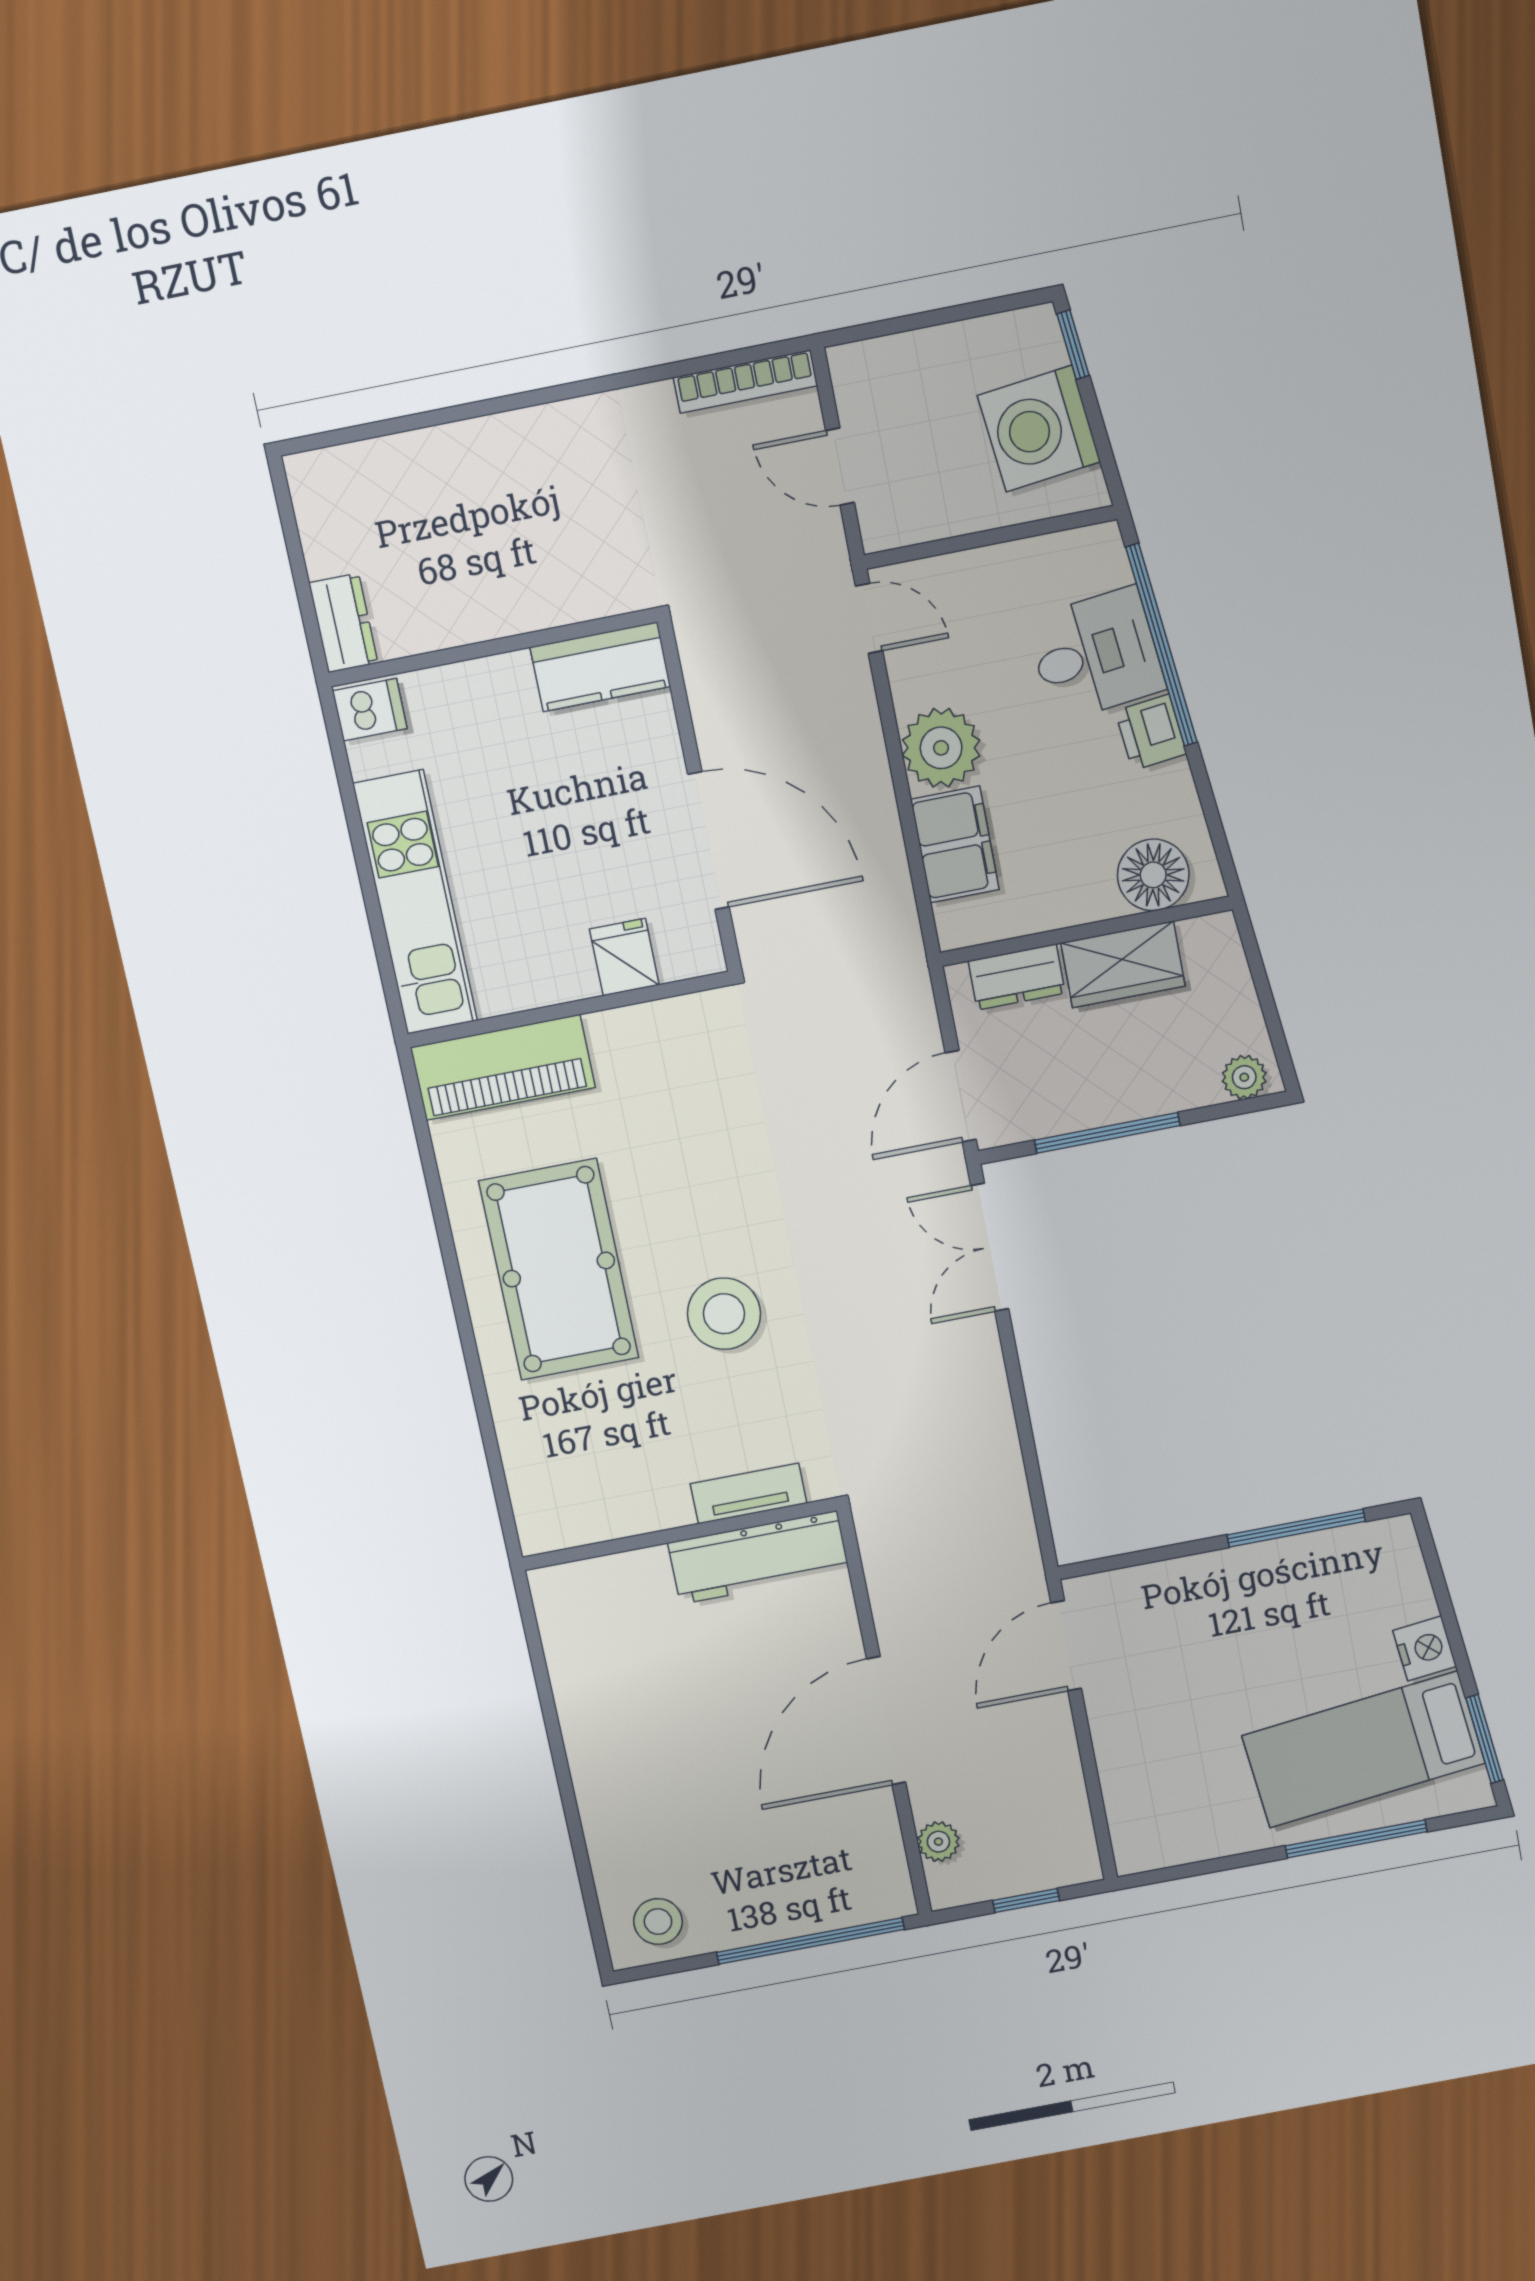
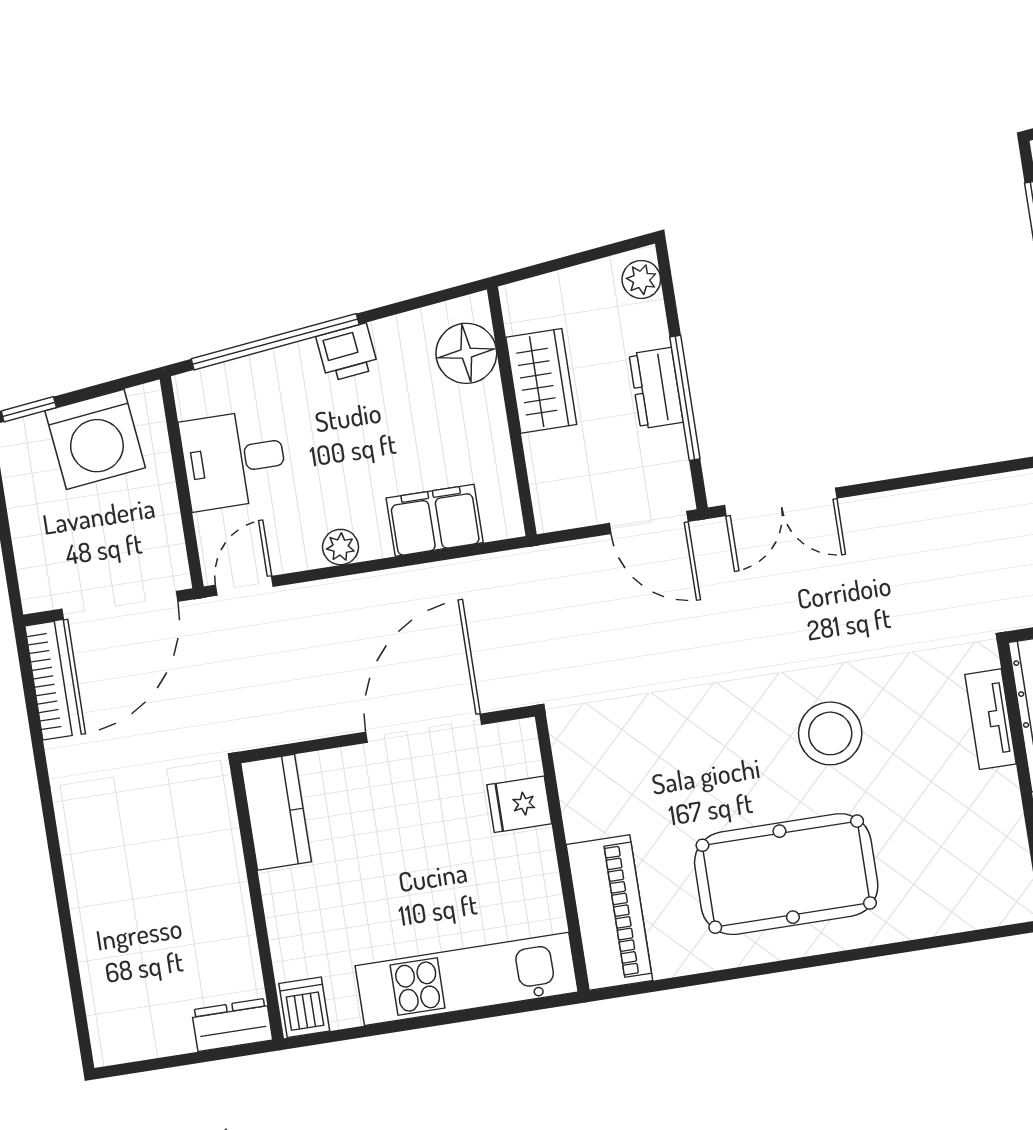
door: (840, 467) -> (120, 605), width x1.88
desk: (1096, 654) -> (234, 460), moved, turned -84
plant: (941, 748) -> (341, 547), width x0.53, depth x0.53
dresser: (1017, 977) -> (656, 388), moved, turned 180

